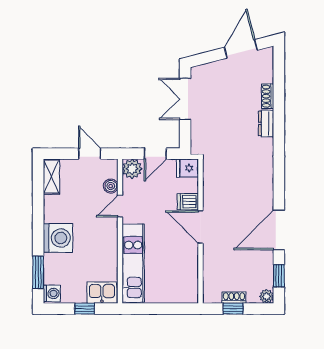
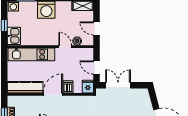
double door: (185, 99) -> (118, 85), moved
door: (90, 154) -> (96, 29), swing flipped
plant: (132, 169) -> (87, 54), removed
kitchen counter: (188, 274) -> (25, 87), added

